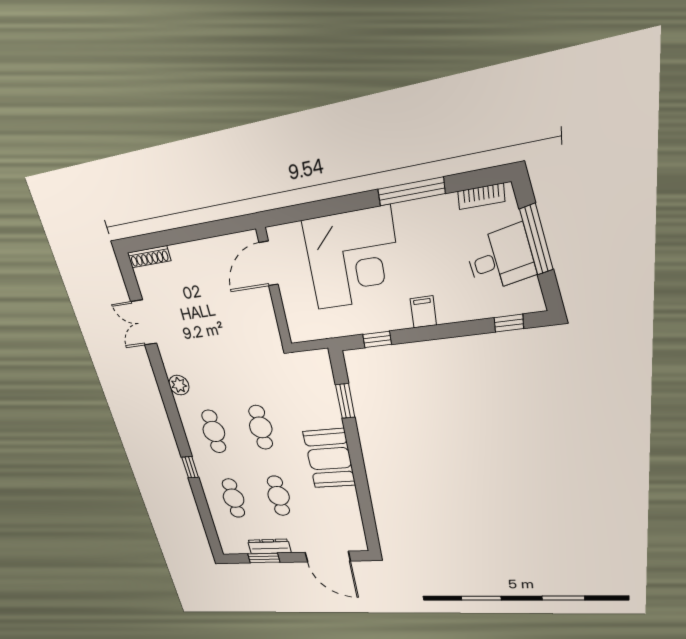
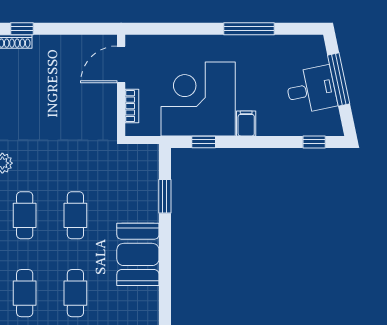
bookcase: (481, 196) -> (132, 106), moved, turned -90
window: (155, 240) -> (22, 29), added
corner desk: (353, 259) -> (198, 99), moved, turned 180

